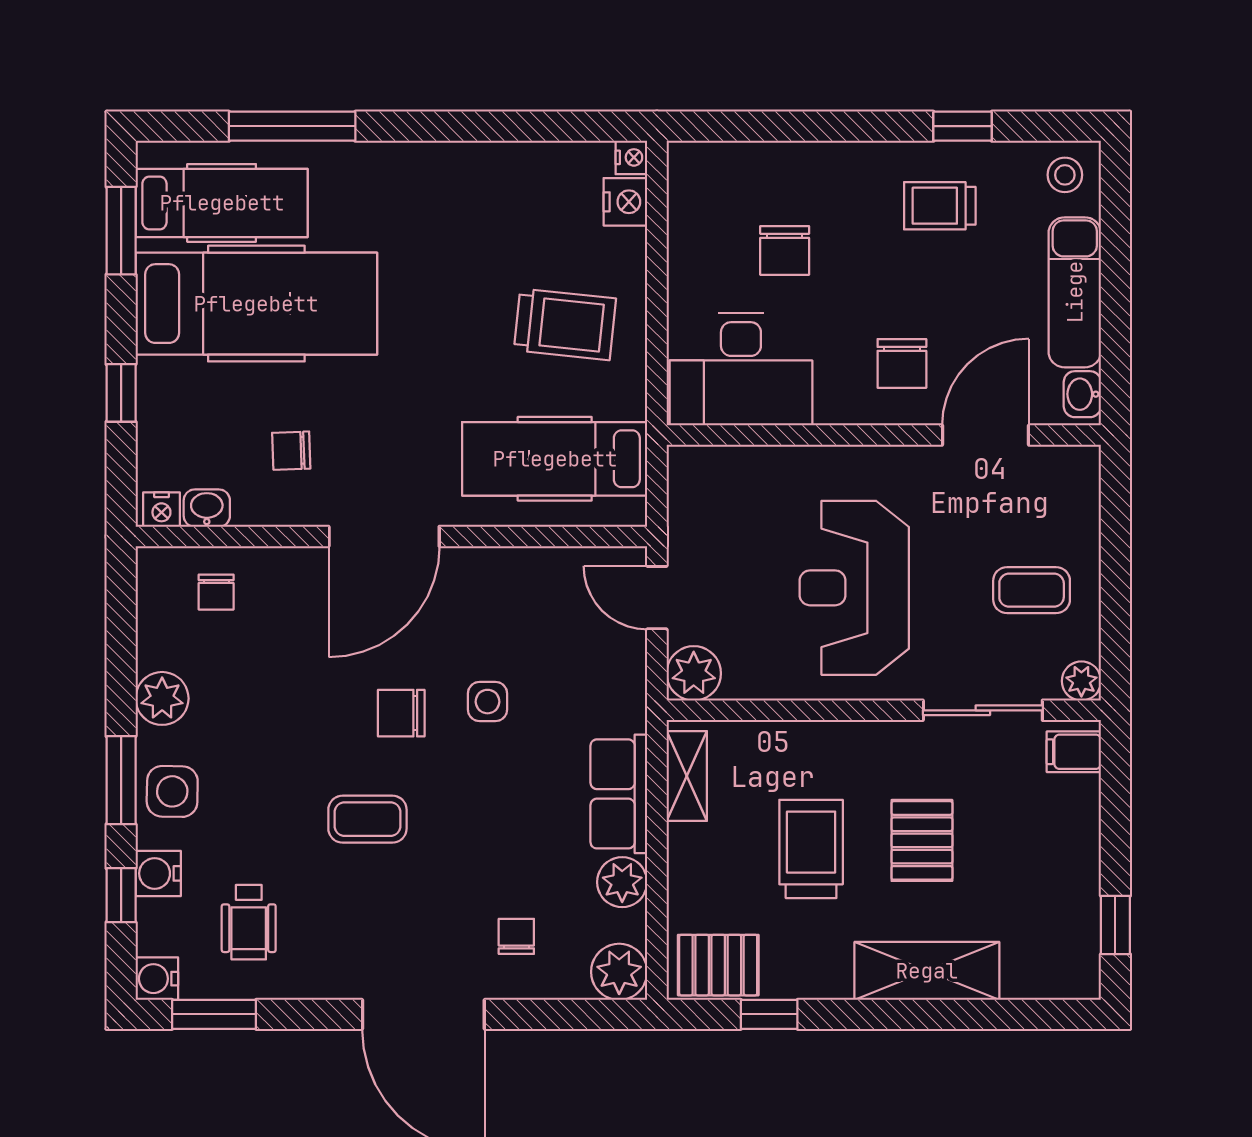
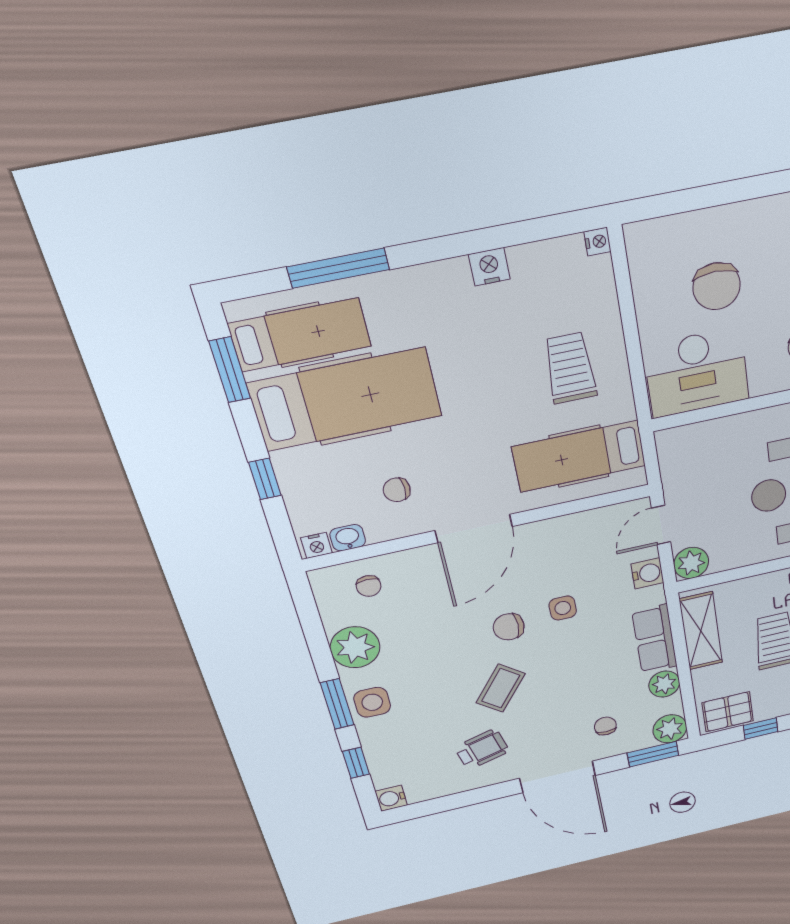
nightstand: (625, 202) -> (489, 267), moved, turned -90
chair: (785, 250) -> (717, 286), width x1.37, depth x1.37
trolley: (565, 324) -> (570, 368), turned -96
door: (657, 598) -> (661, 525), hinge flipped
plant: (162, 698) -> (355, 647), width x1.36, depth x1.36
shelving: (687, 776) -> (701, 631), width x1.50, depth x1.33
coffee table: (367, 819) -> (501, 688), turned -52
water cooler: (158, 873) -> (647, 573), moved, turned 180
wheelchair: (249, 922) -> (482, 749), moved, turned -104
window: (214, 1014) -> (653, 754), moved

